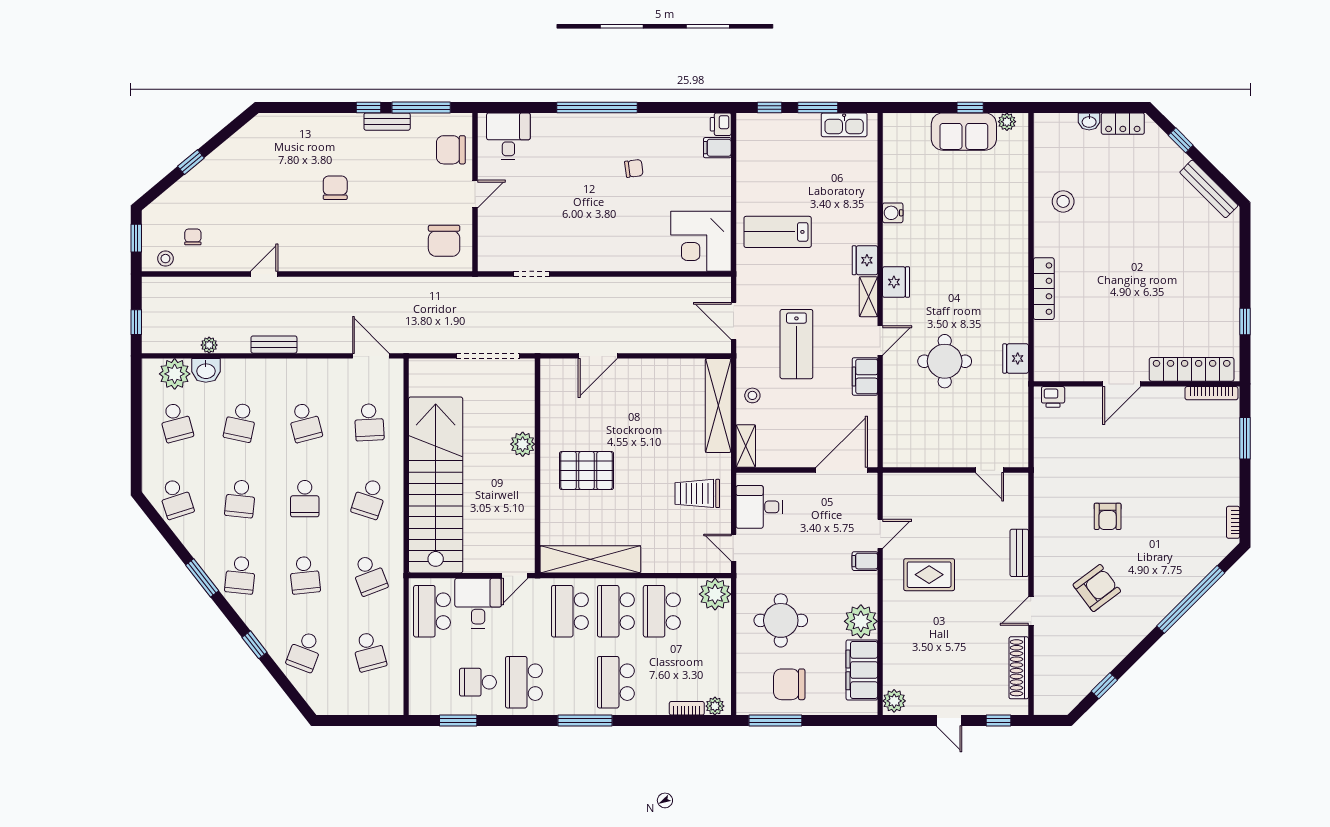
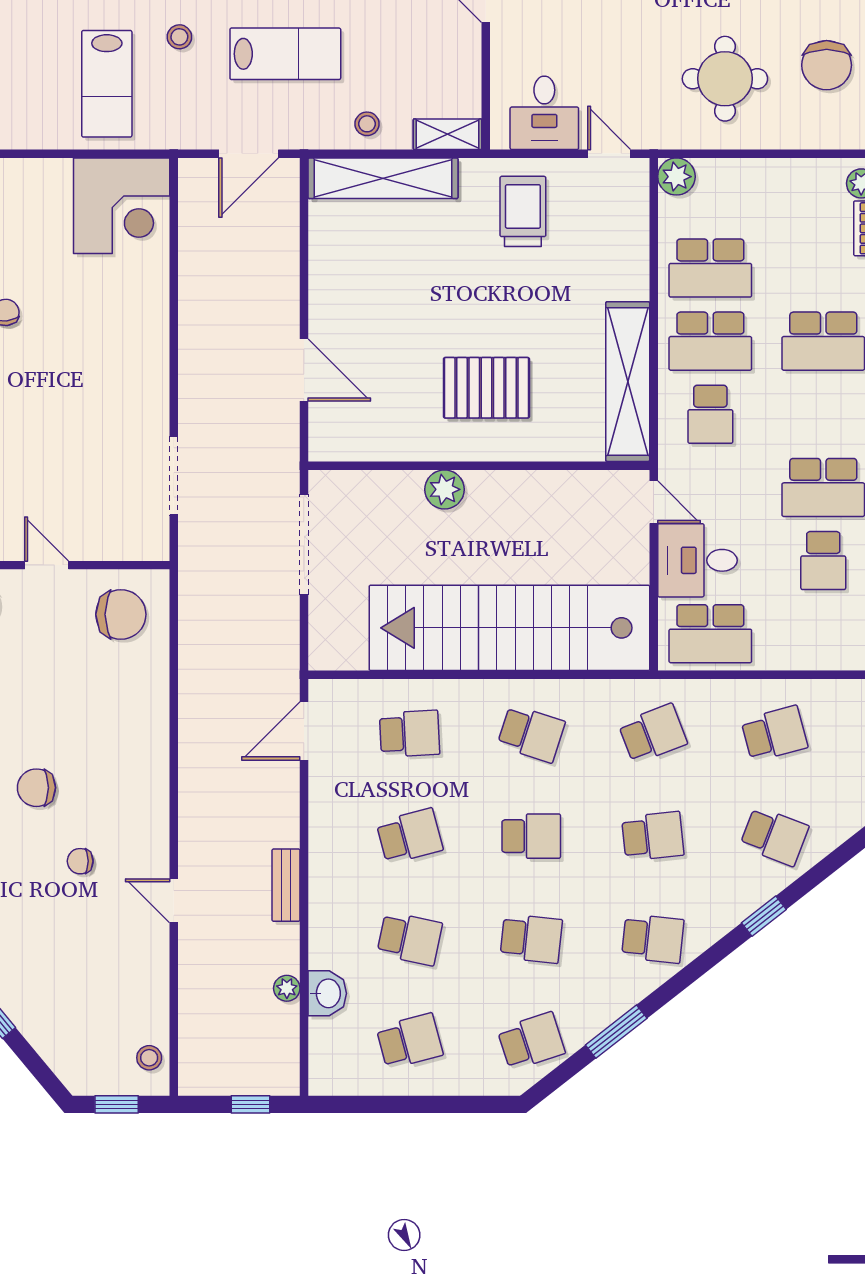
chair: (193, 237) -> (80, 861), moved
doorway: (531, 274) -> (174, 476), width x1.38
stool: (807, 278) -> (179, 37), added
plant: (175, 374) -> (333, 1043), removed
pallet: (587, 471) -> (486, 388), turned 90
trolley: (697, 493) -> (523, 211), turned 180
door: (734, 548) -> (609, 154), swing flipped
window: (202, 578) -> (616, 1032), moved
plant: (715, 594) -> (676, 177), width x0.73, depth x0.73
school desk: (570, 611) -> (710, 414), width x0.54

